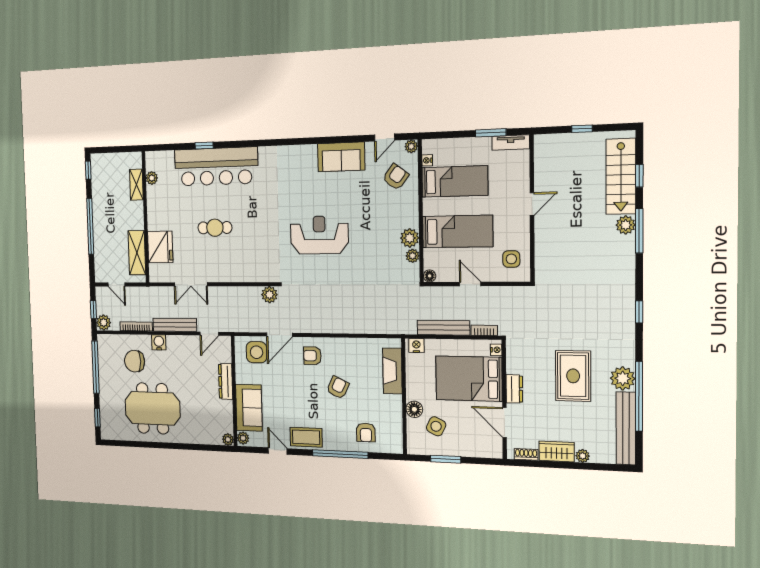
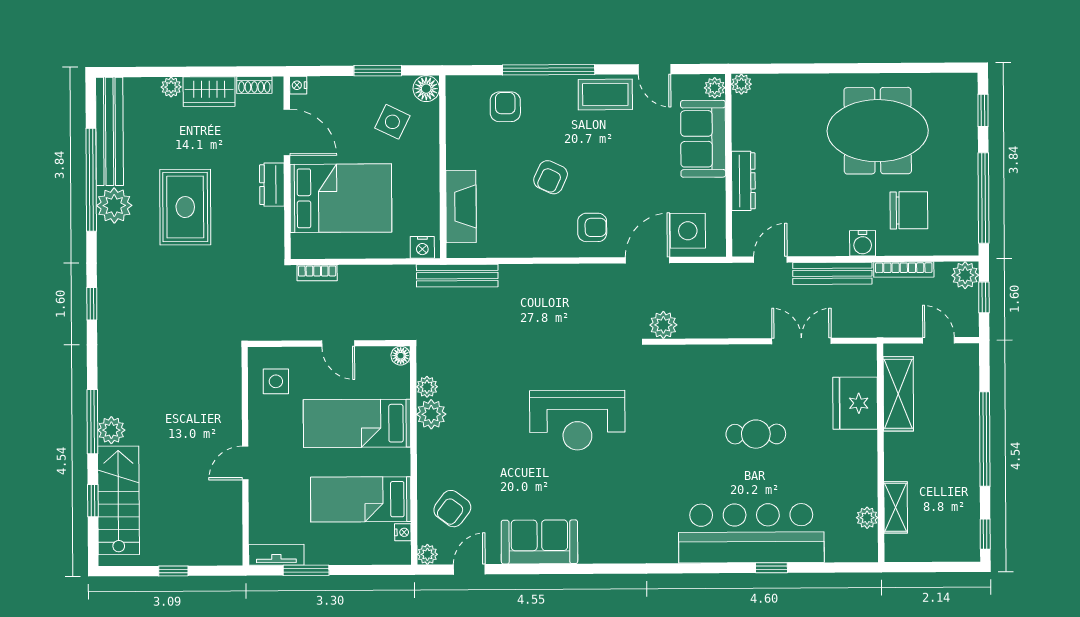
bench: (443, 328) -> (457, 276), moved
nightstand: (496, 350) -> (298, 85), moved
floor lamp: (414, 409) -> (426, 89), moved

